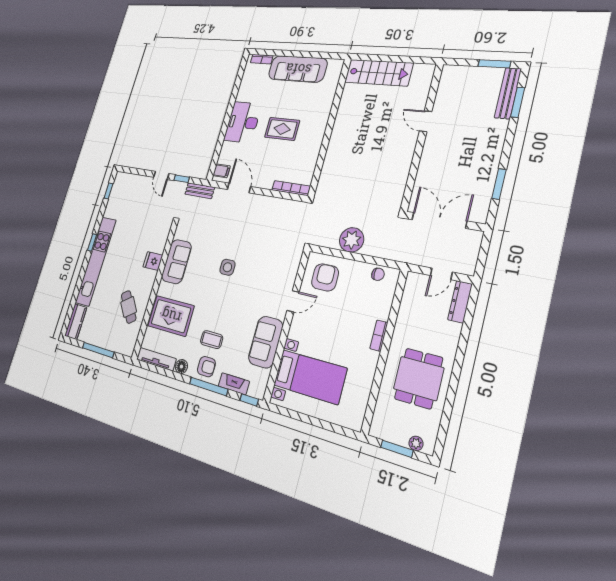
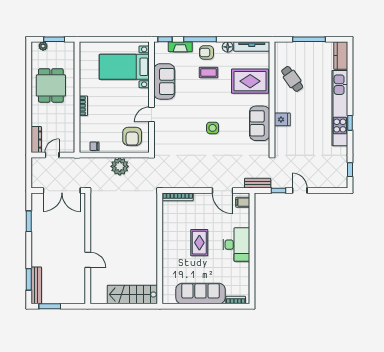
rug: (282, 129) -> (199, 243), turned 90

